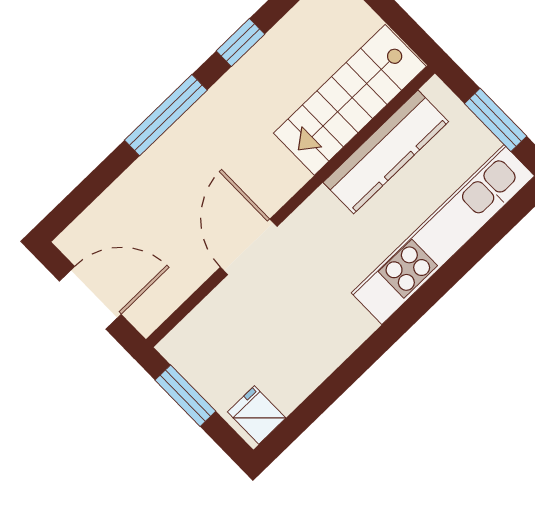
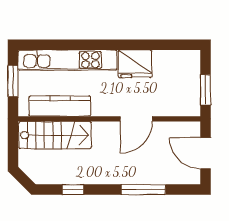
window: (166, 115) -> (143, 190), moved
fridge: (257, 415) -> (135, 64), moved, width x1.88, depth x1.34

